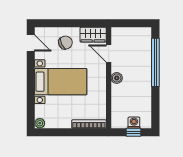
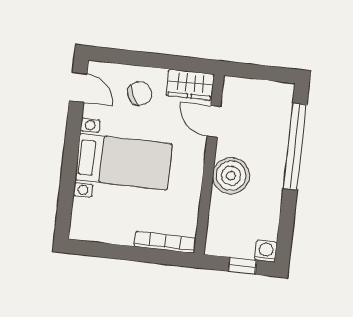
boiler: (117, 78) -> (231, 176), width x1.86, depth x1.86
plant: (40, 123) -> (78, 231), removed
washing machine: (134, 123) -> (266, 251), moved

